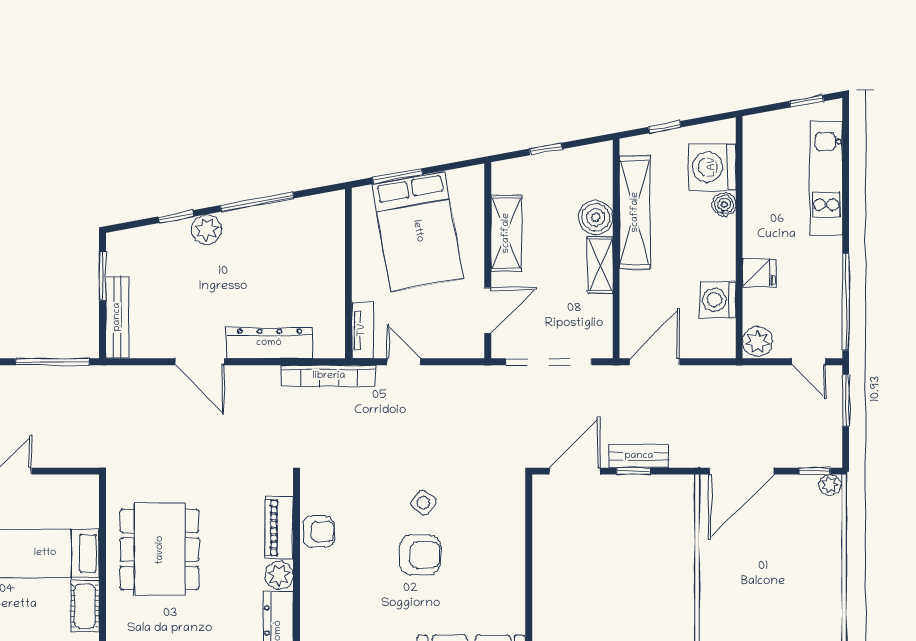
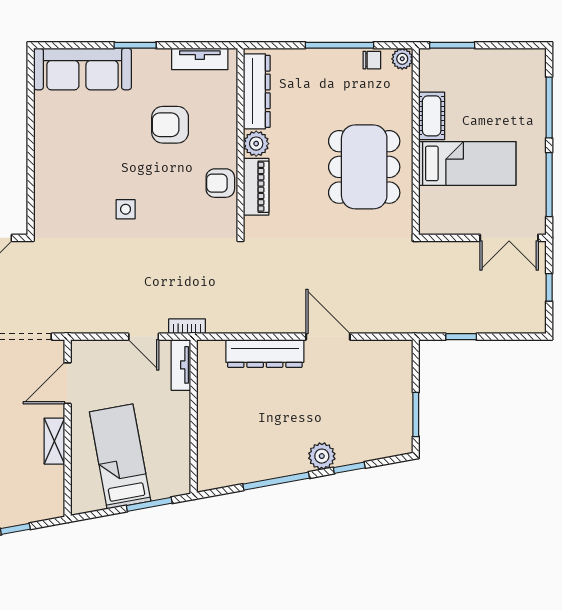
bed: (418, 231) -> (120, 457), width x0.67
shelving: (506, 233) -> (54, 441), width x0.67, depth x0.75
bench: (117, 317) -> (402, 377), removed
window: (52, 362) -> (461, 337), width x0.46
bookcase: (329, 376) -> (187, 326), width x0.43, depth x0.76
side table: (424, 503) -> (126, 209), turned -38
armchair: (420, 555) -> (170, 125), moved

